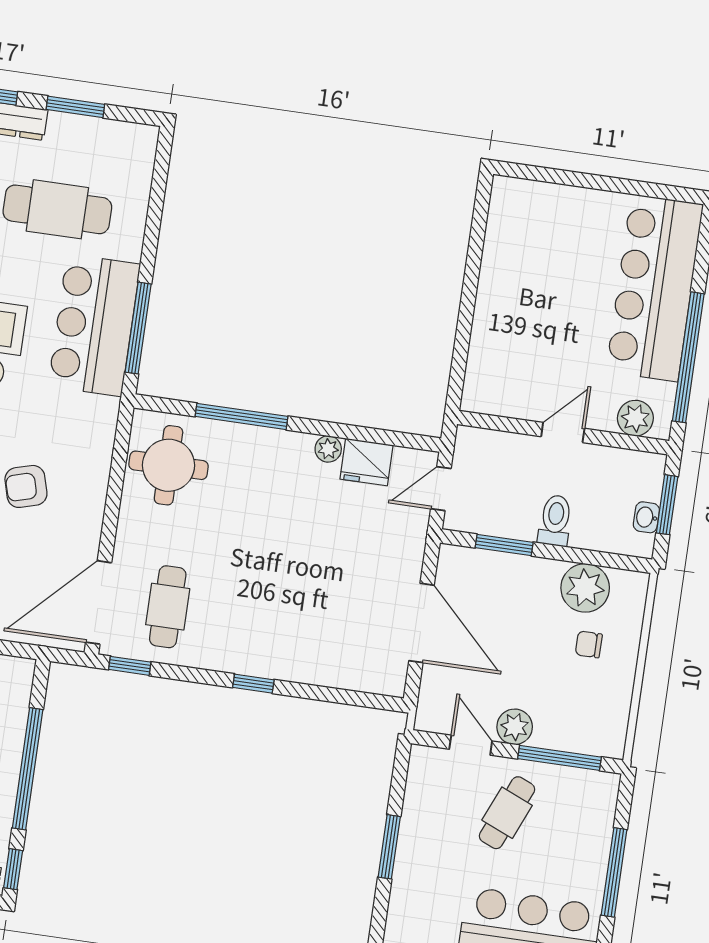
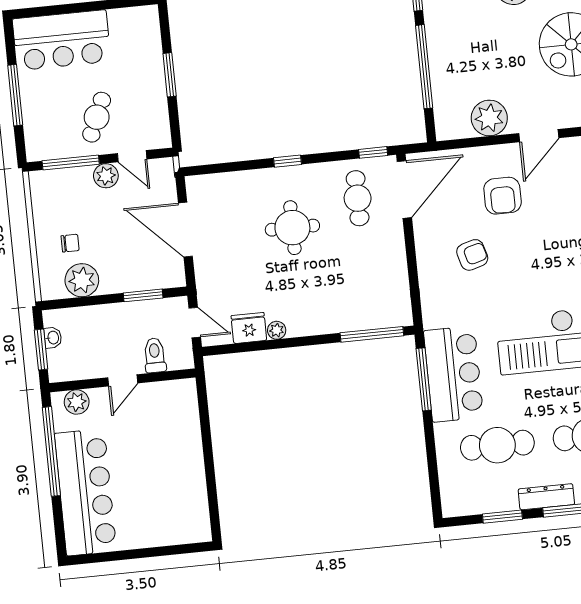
window: (241, 416) -> (372, 334), moved
round table: (169, 465) -> (292, 228), moved
door: (441, 489) -> (195, 323), hinge flipped
toilet: (555, 520) -> (155, 355), moved, turned 180

